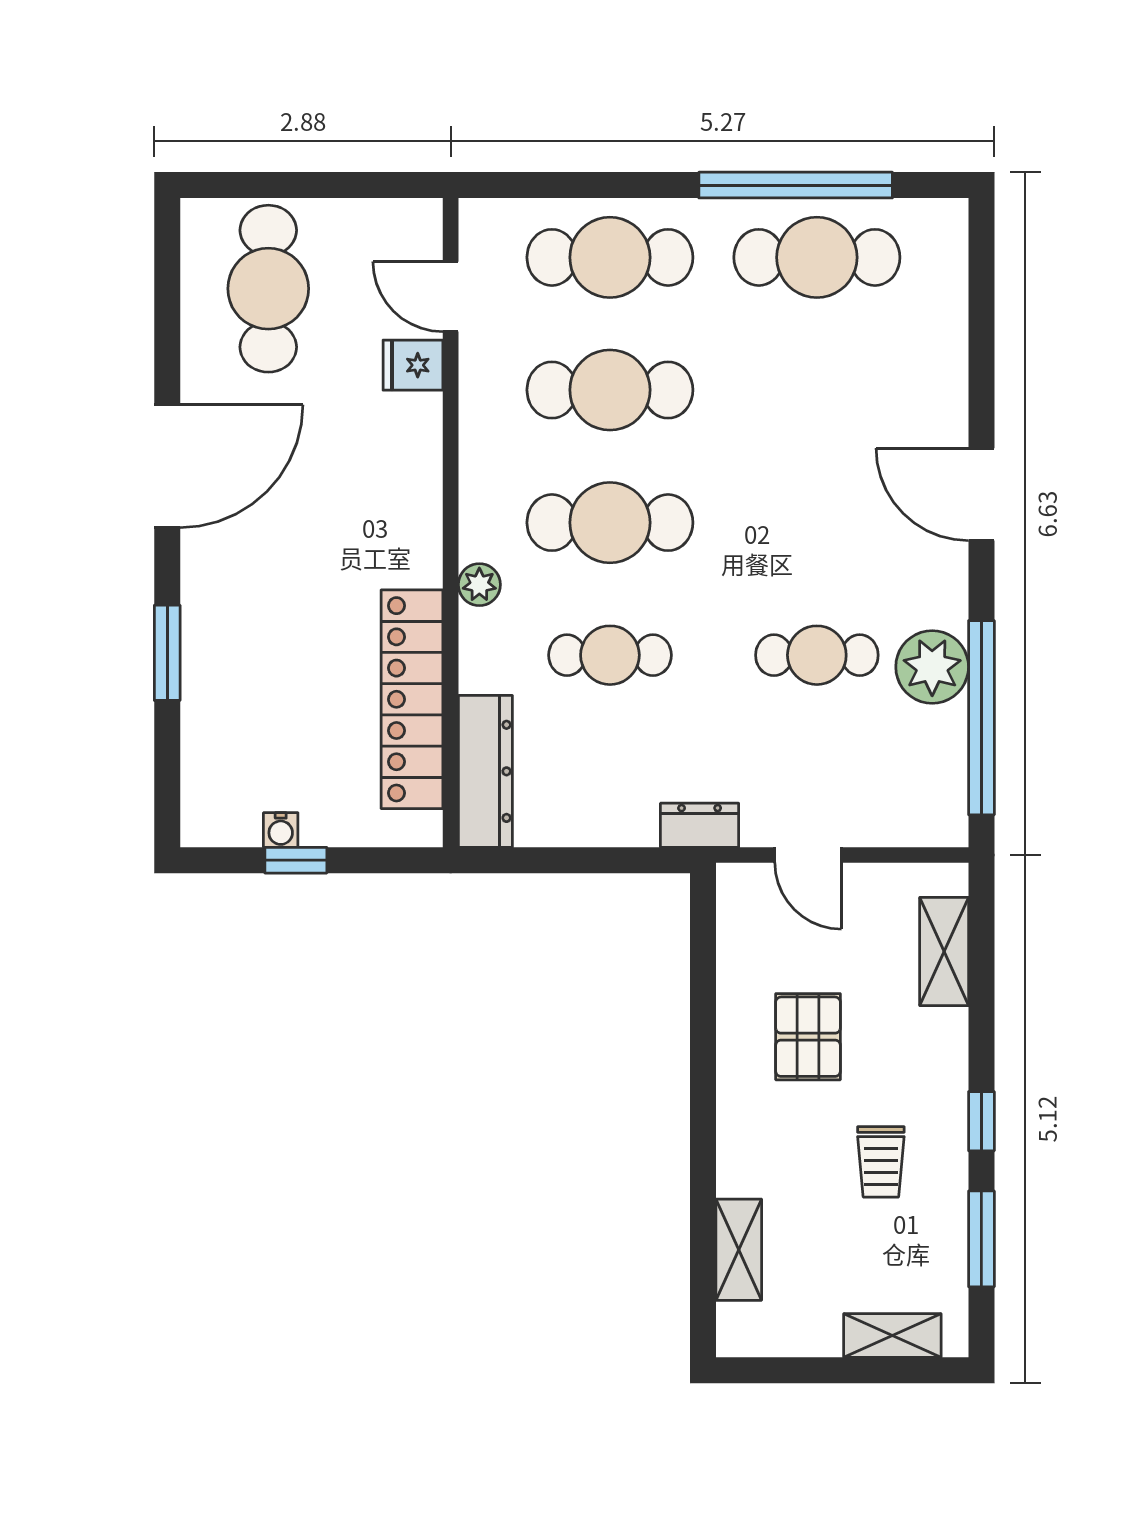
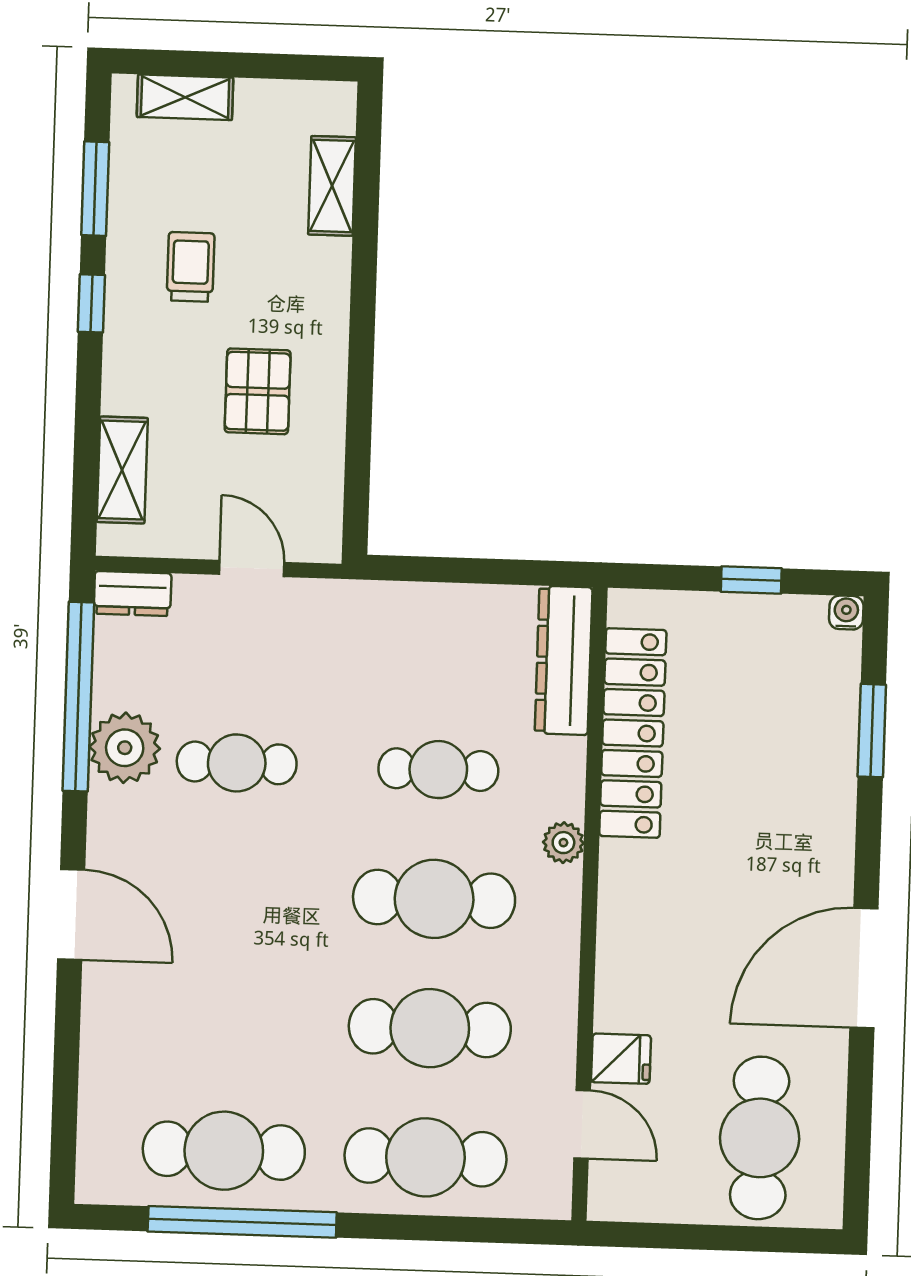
window: (167, 653) -> (872, 731), moved
dresser: (700, 825) -> (133, 594), moved
water cooler: (281, 830) -> (846, 613), moved

